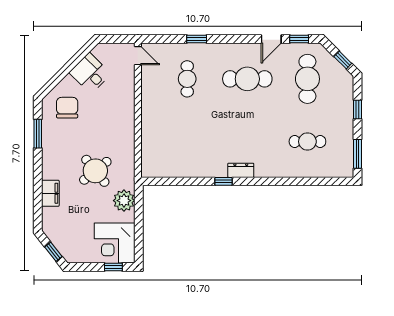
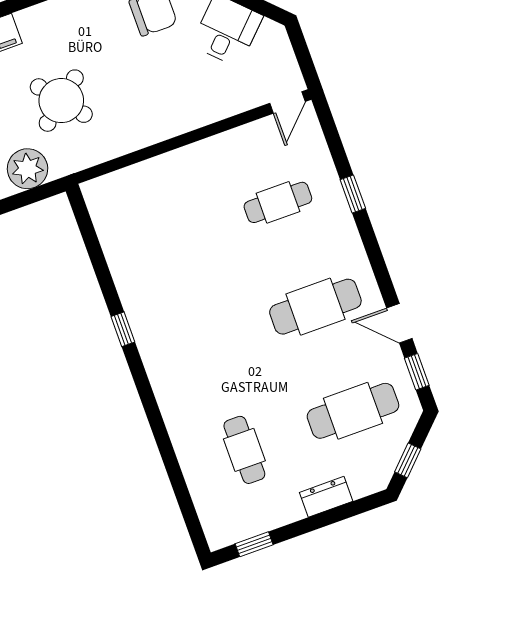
cafe table: (247, 79) -> (315, 307), turned 90
window: (357, 110) -> (331, 517), removed
window: (357, 154) -> (254, 544), width x0.67
dresser: (241, 170) -> (326, 497), moved, turned -90

